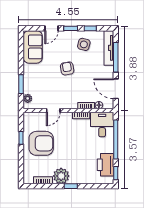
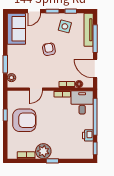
printer: (105, 165) -> (88, 135), width x0.53, depth x0.68

